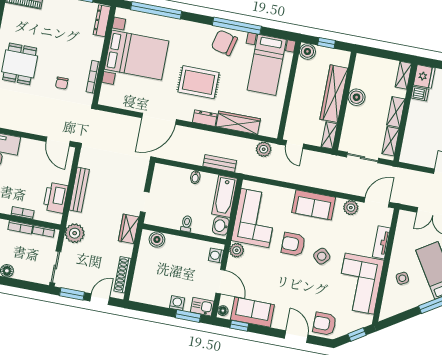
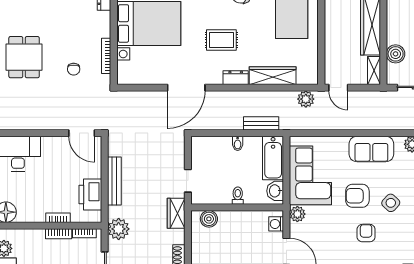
rug: (198, 82) -> (221, 40), width x0.73, depth x0.70
boiler: (357, 97) -> (396, 54), moved
armchair: (295, 279) -> (366, 233), added

